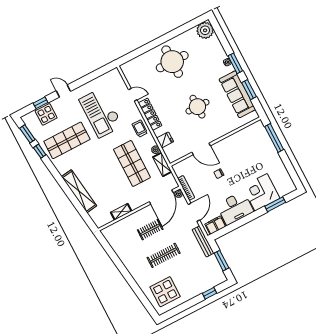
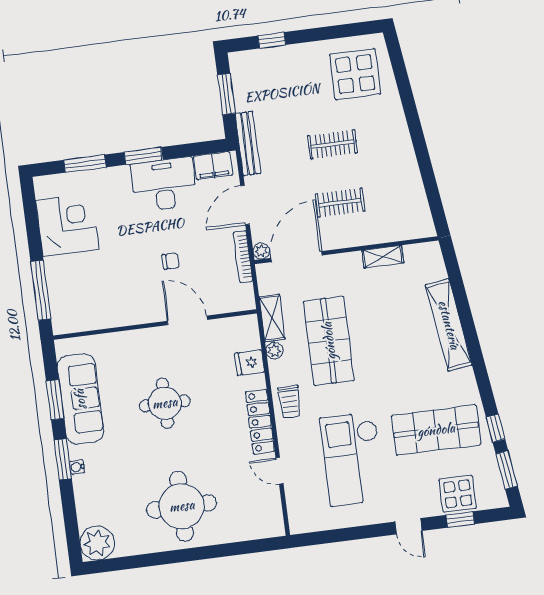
checkout: (101, 113) -> (353, 459), turned 180
corner desk: (261, 192) -> (67, 225), moved, turned -90
window: (249, 218) -> (143, 156), added
clothes rail: (164, 255) -> (333, 144), width x0.73

